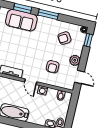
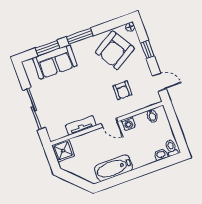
armchair: (64, 38) -> (115, 50), width x1.88, depth x1.88
window: (88, 40) -> (147, 49), moved
plant: (75, 60) -> (142, 67), removed

